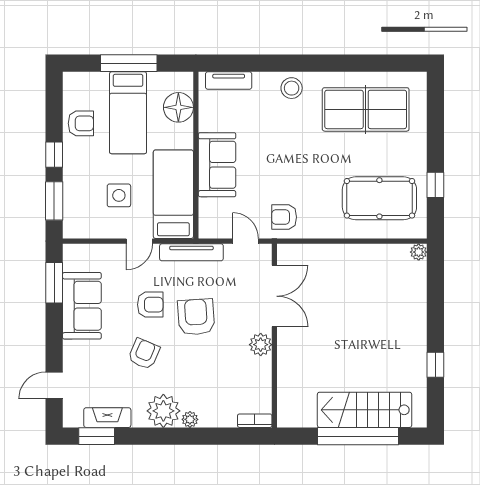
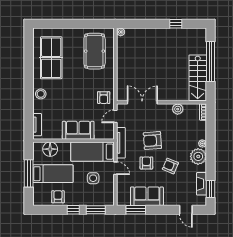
window: (435, 185) -> (88, 24), removed
plant: (261, 345) -> (178, 109), moved
stairs: (365, 410) -> (198, 78), moved

